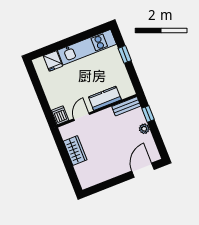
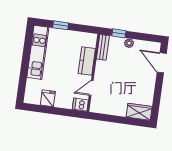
fridge: (53, 61) -> (48, 98), moved, turned -90
door: (82, 117) -> (91, 88), hinge flipped
wardrobe: (75, 151) -> (139, 112), moved

